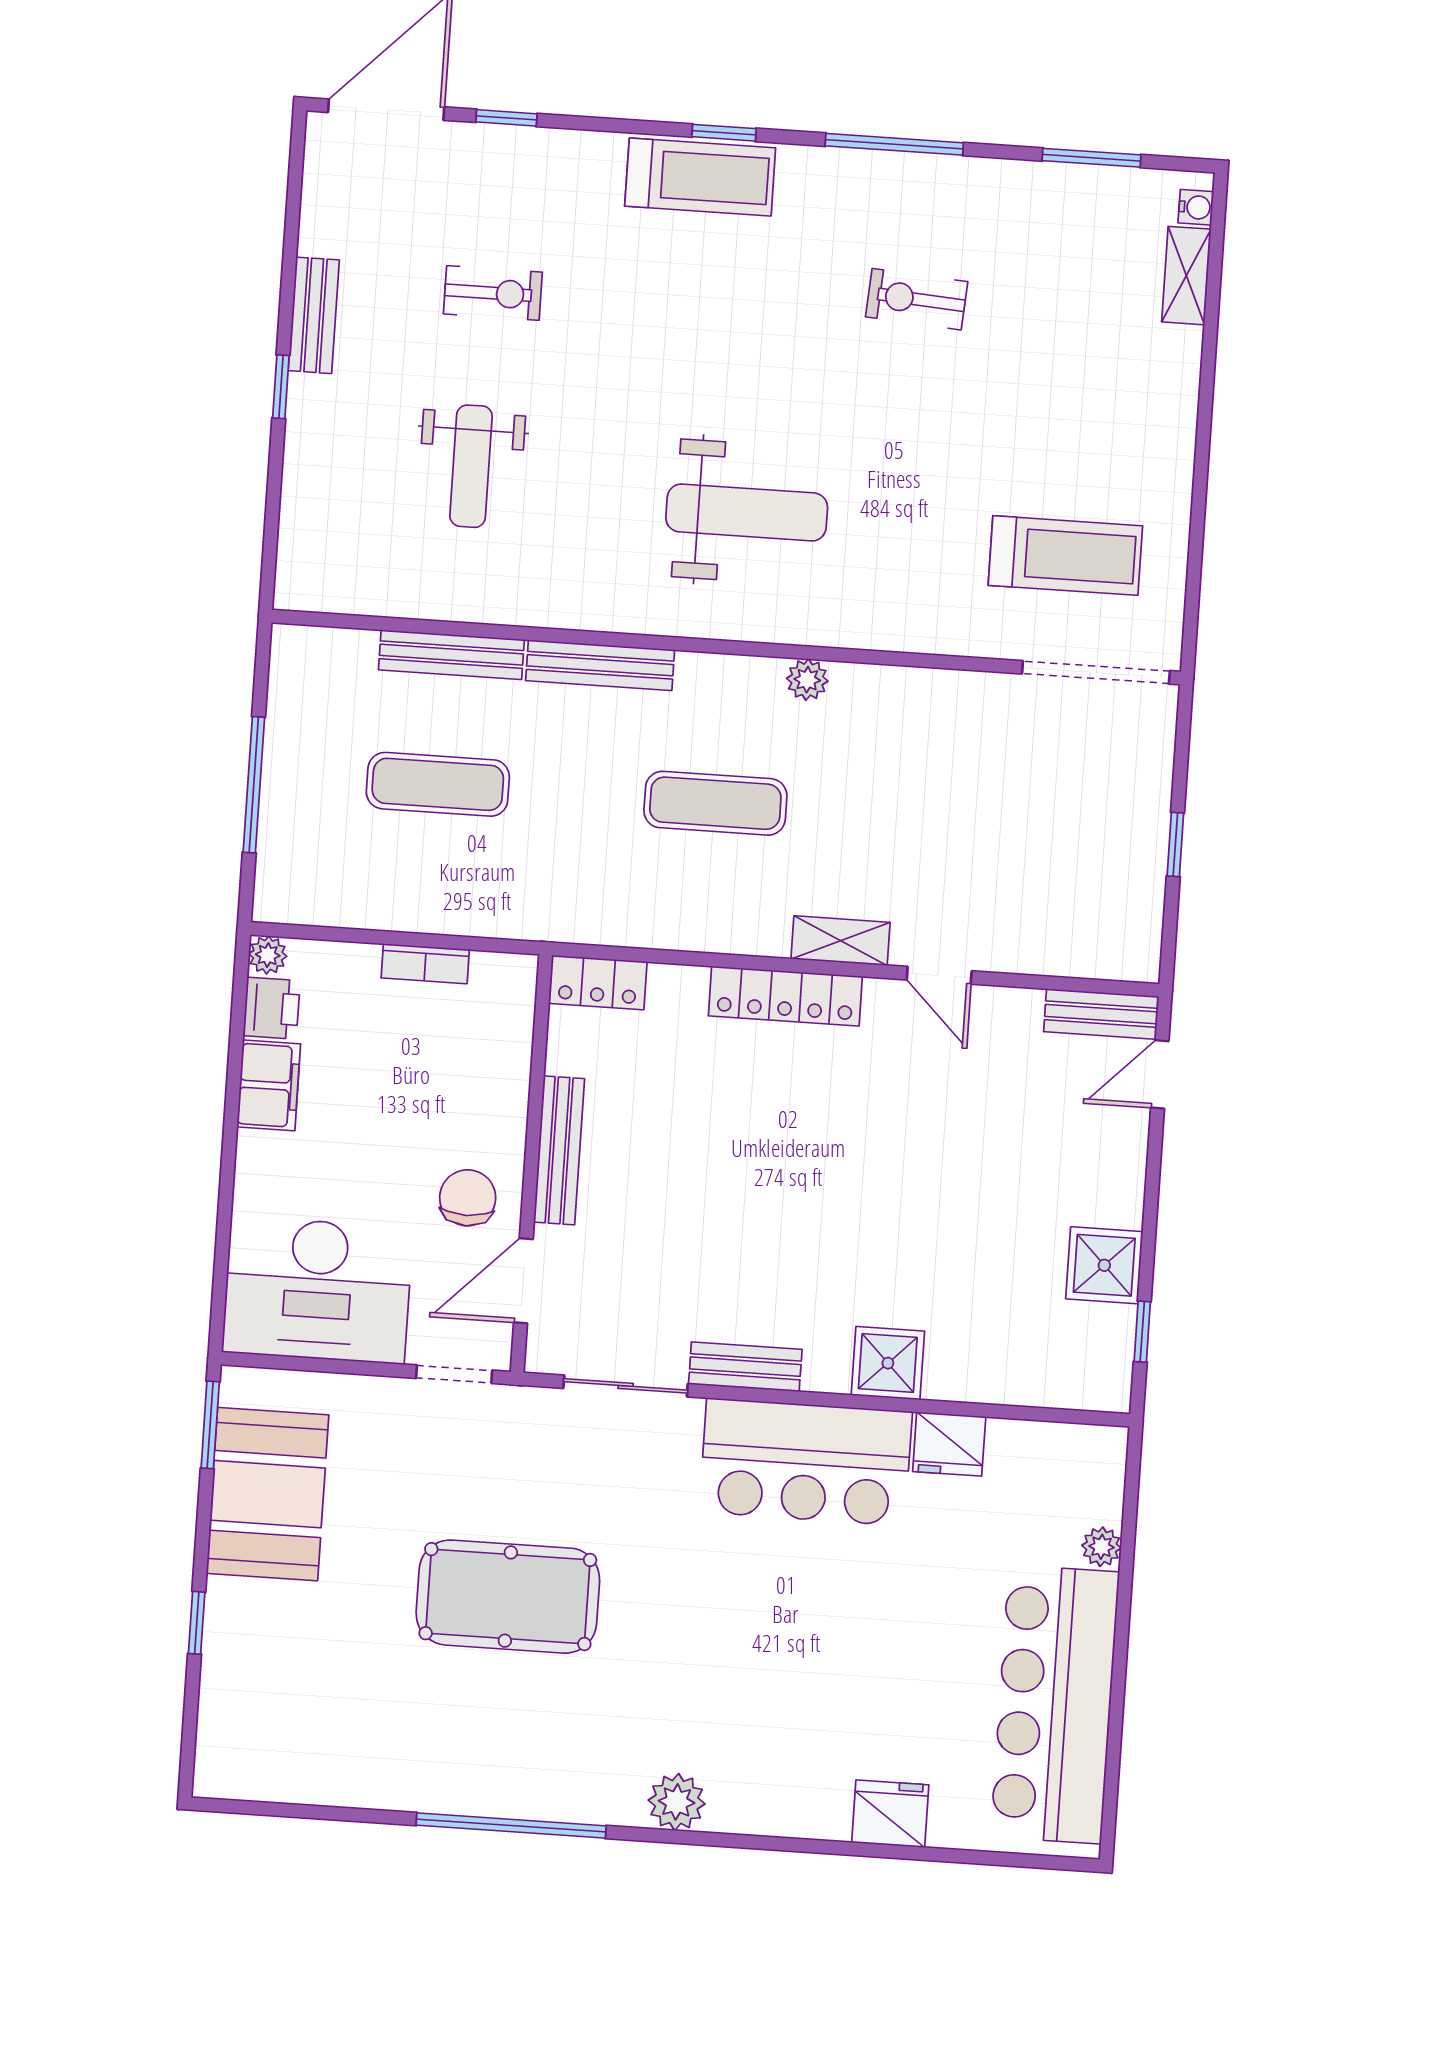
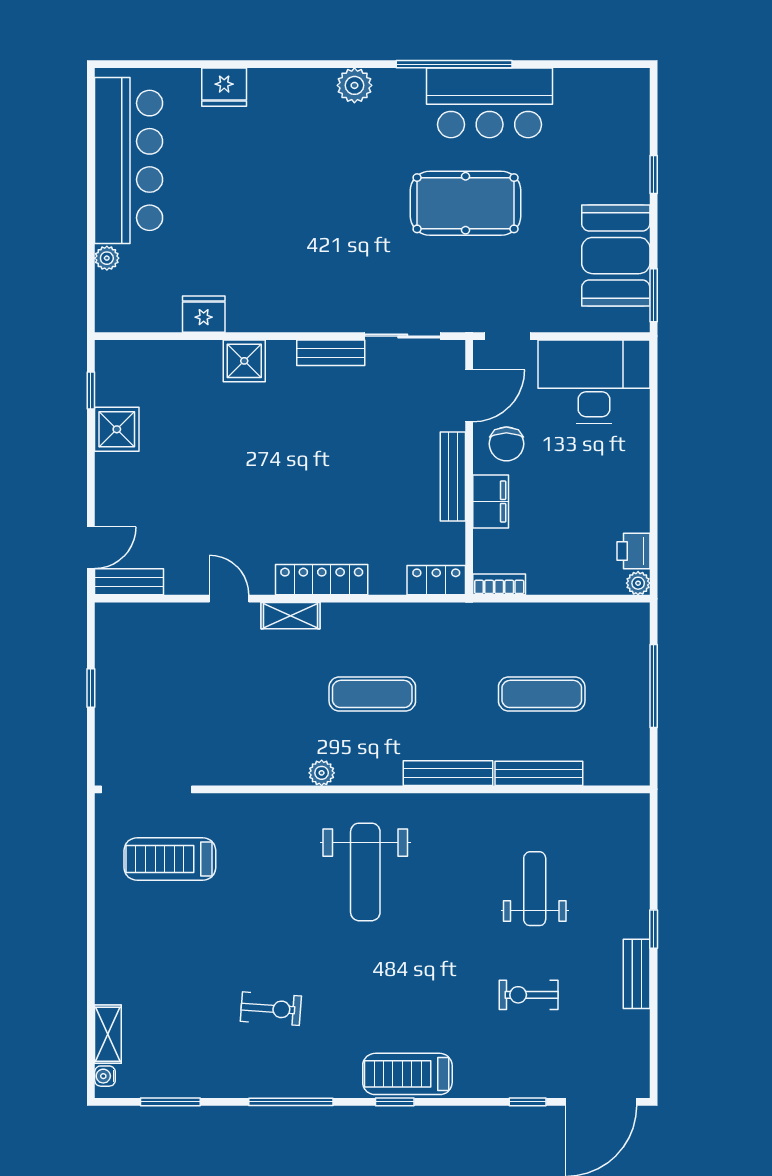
weight bench: (747, 512) -> (365, 872), turned -90
bookcase: (425, 964) -> (499, 584), moved
filing cabinet: (269, 1085) -> (491, 501), moved, turned 180
bar counter: (806, 1462) -> (490, 103), moved, turned 180

